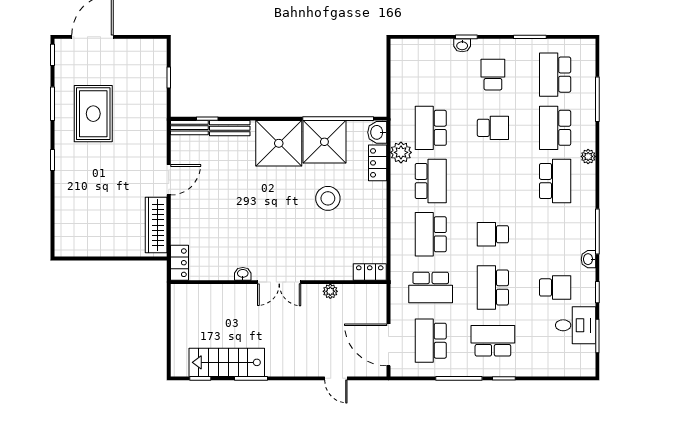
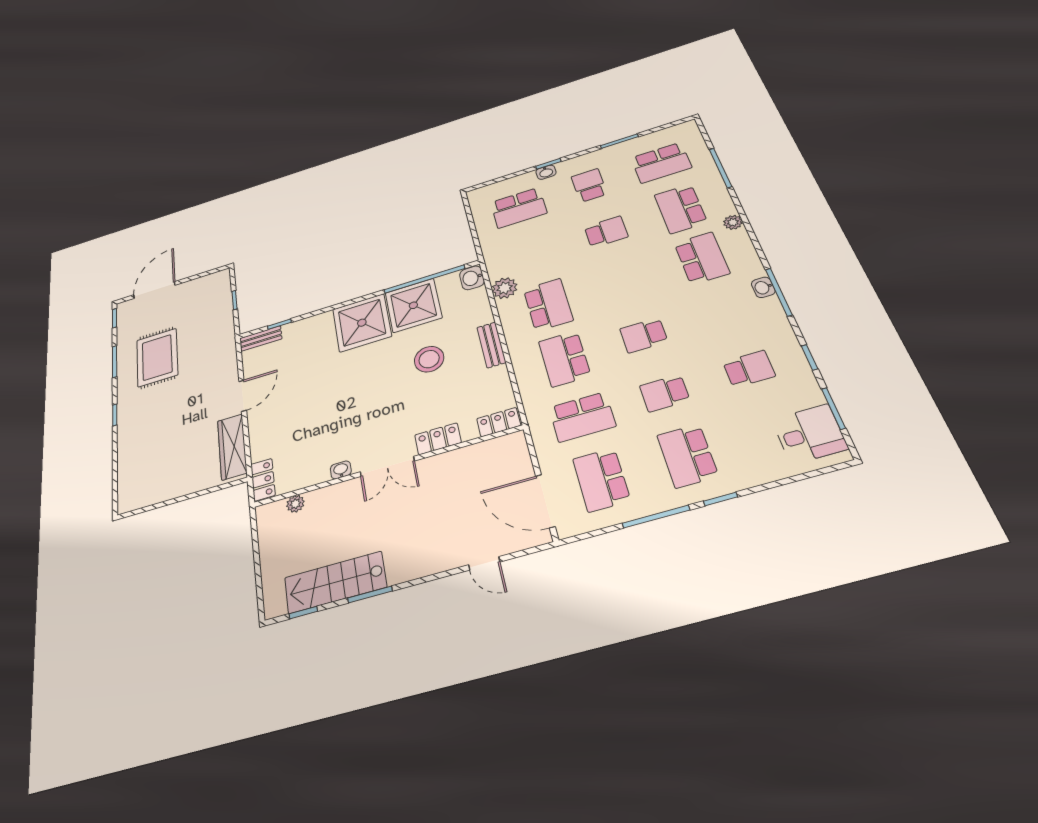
school desk: (555, 75) -> (661, 163), turned -90
bench: (230, 128) -> (491, 345), moved, turned 90
school desk: (431, 128) -> (519, 208), moved, turned -90
locker: (378, 163) -> (438, 439), moved, turned 90
washbasin: (588, 259) -> (763, 287), moved
school desk: (493, 287) -> (665, 393), width x0.54
plant: (330, 291) -> (295, 504), moved
desk: (576, 325) -> (810, 434), moved
school desk: (493, 341) -> (687, 456), turned -90

